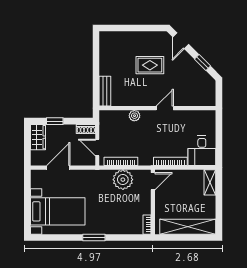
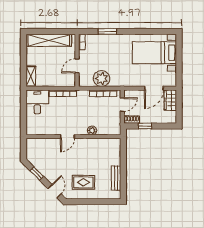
rug: (150, 65) -> (83, 182), moved
bench: (105, 91) -> (116, 178), moved
window: (55, 121) -> (145, 126), moved
wardrobe: (38, 137) -> (170, 100), moved
door: (97, 148) -> (122, 105), hinge flipped
door: (153, 181) -> (77, 66), moved
window: (94, 238) -> (107, 31), moved

